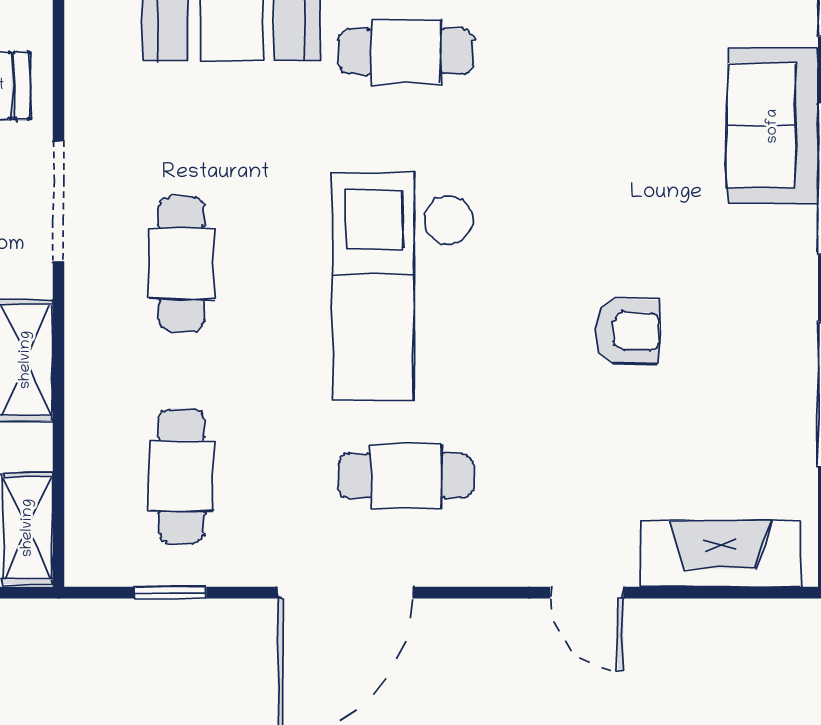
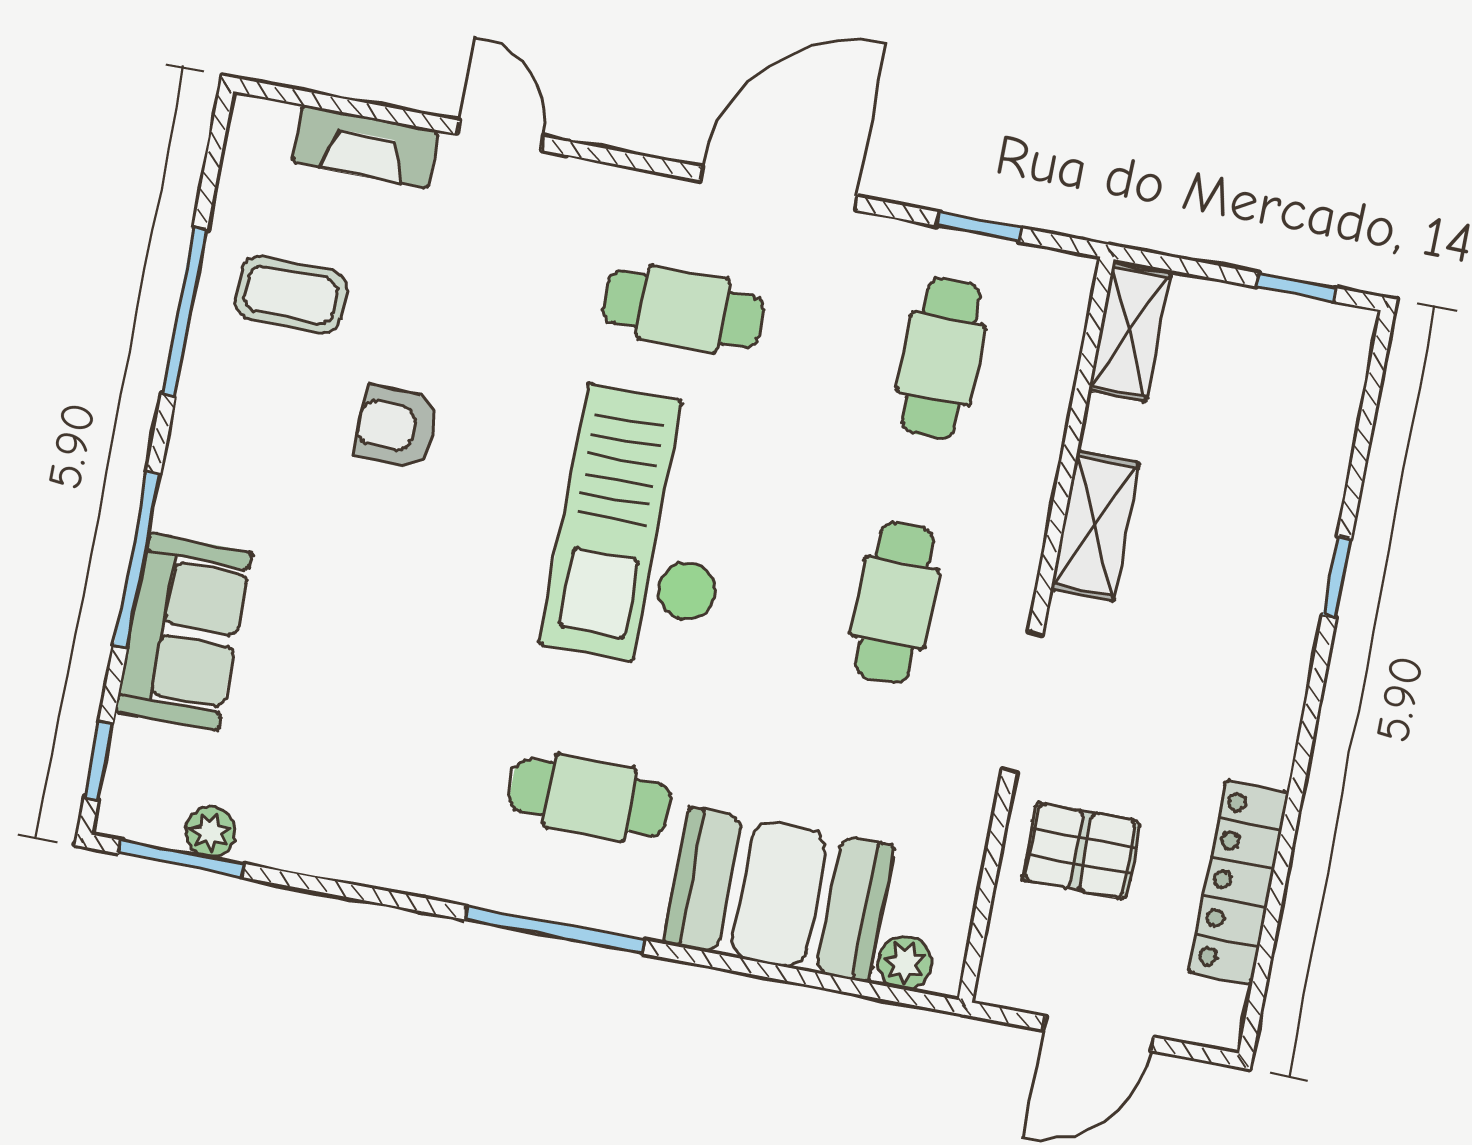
checkout: (403, 286) -> (645, 529), turned 180
coffee table: (737, 425) -> (291, 295), added
fireplace: (720, 554) -> (365, 146), width x0.73, depth x0.76

